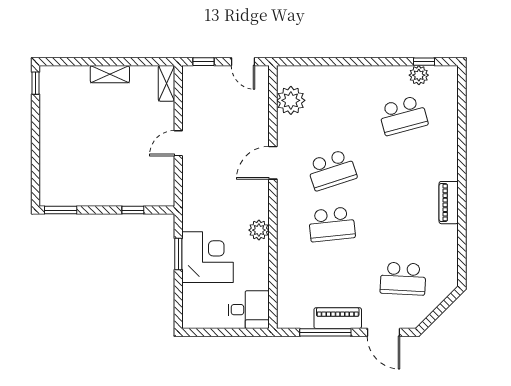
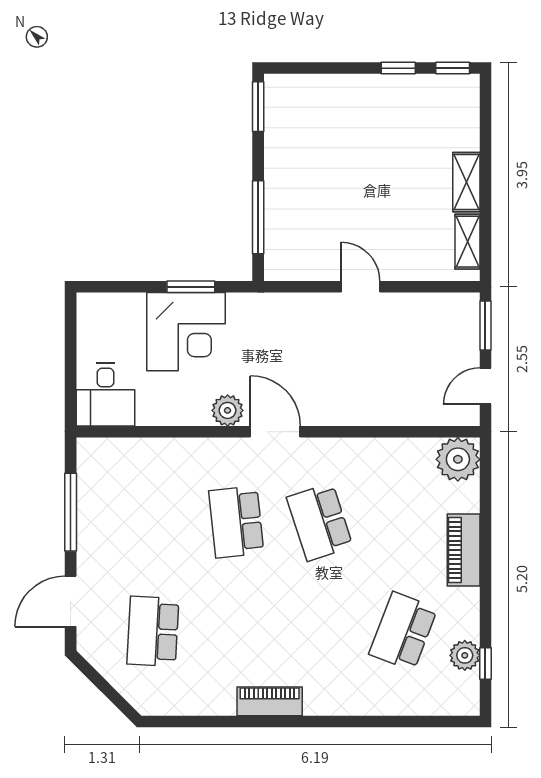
window: (204, 62) -> (485, 326), width x1.50
shelving: (166, 83) -> (467, 242), moved, turned 90
plant: (291, 100) -> (458, 459), moved
school desk: (403, 115) -> (403, 631), turned 36
window: (35, 119) -> (398, 68), added
door: (273, 163) -> (275, 432), moved
window: (133, 210) -> (258, 217), width x2.17
piano: (338, 318) -> (464, 550), moved, turned 180

